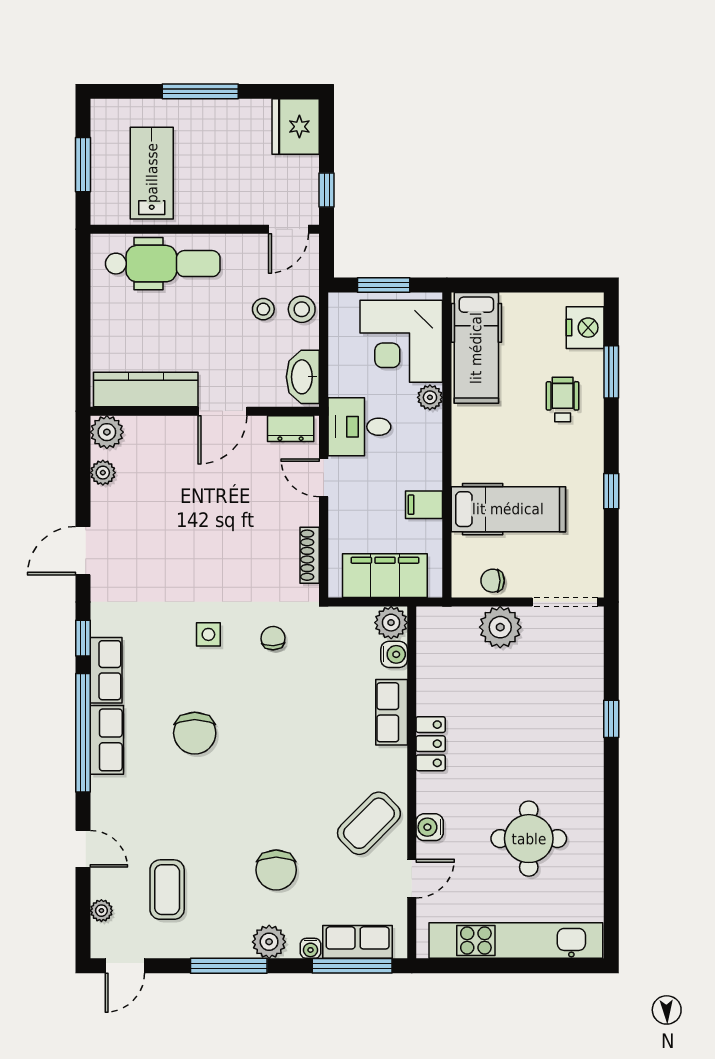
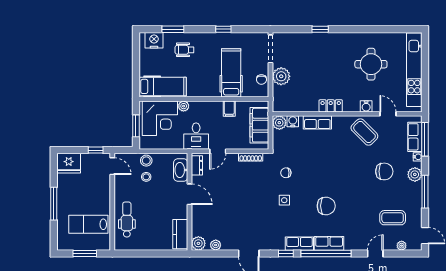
dental chair: (163, 264) -> (127, 220), width x0.73, depth x0.72
washbasin: (303, 377) -> (181, 170), moved, turned 90
kitchen counter: (146, 389) -> (180, 234), width x0.67

